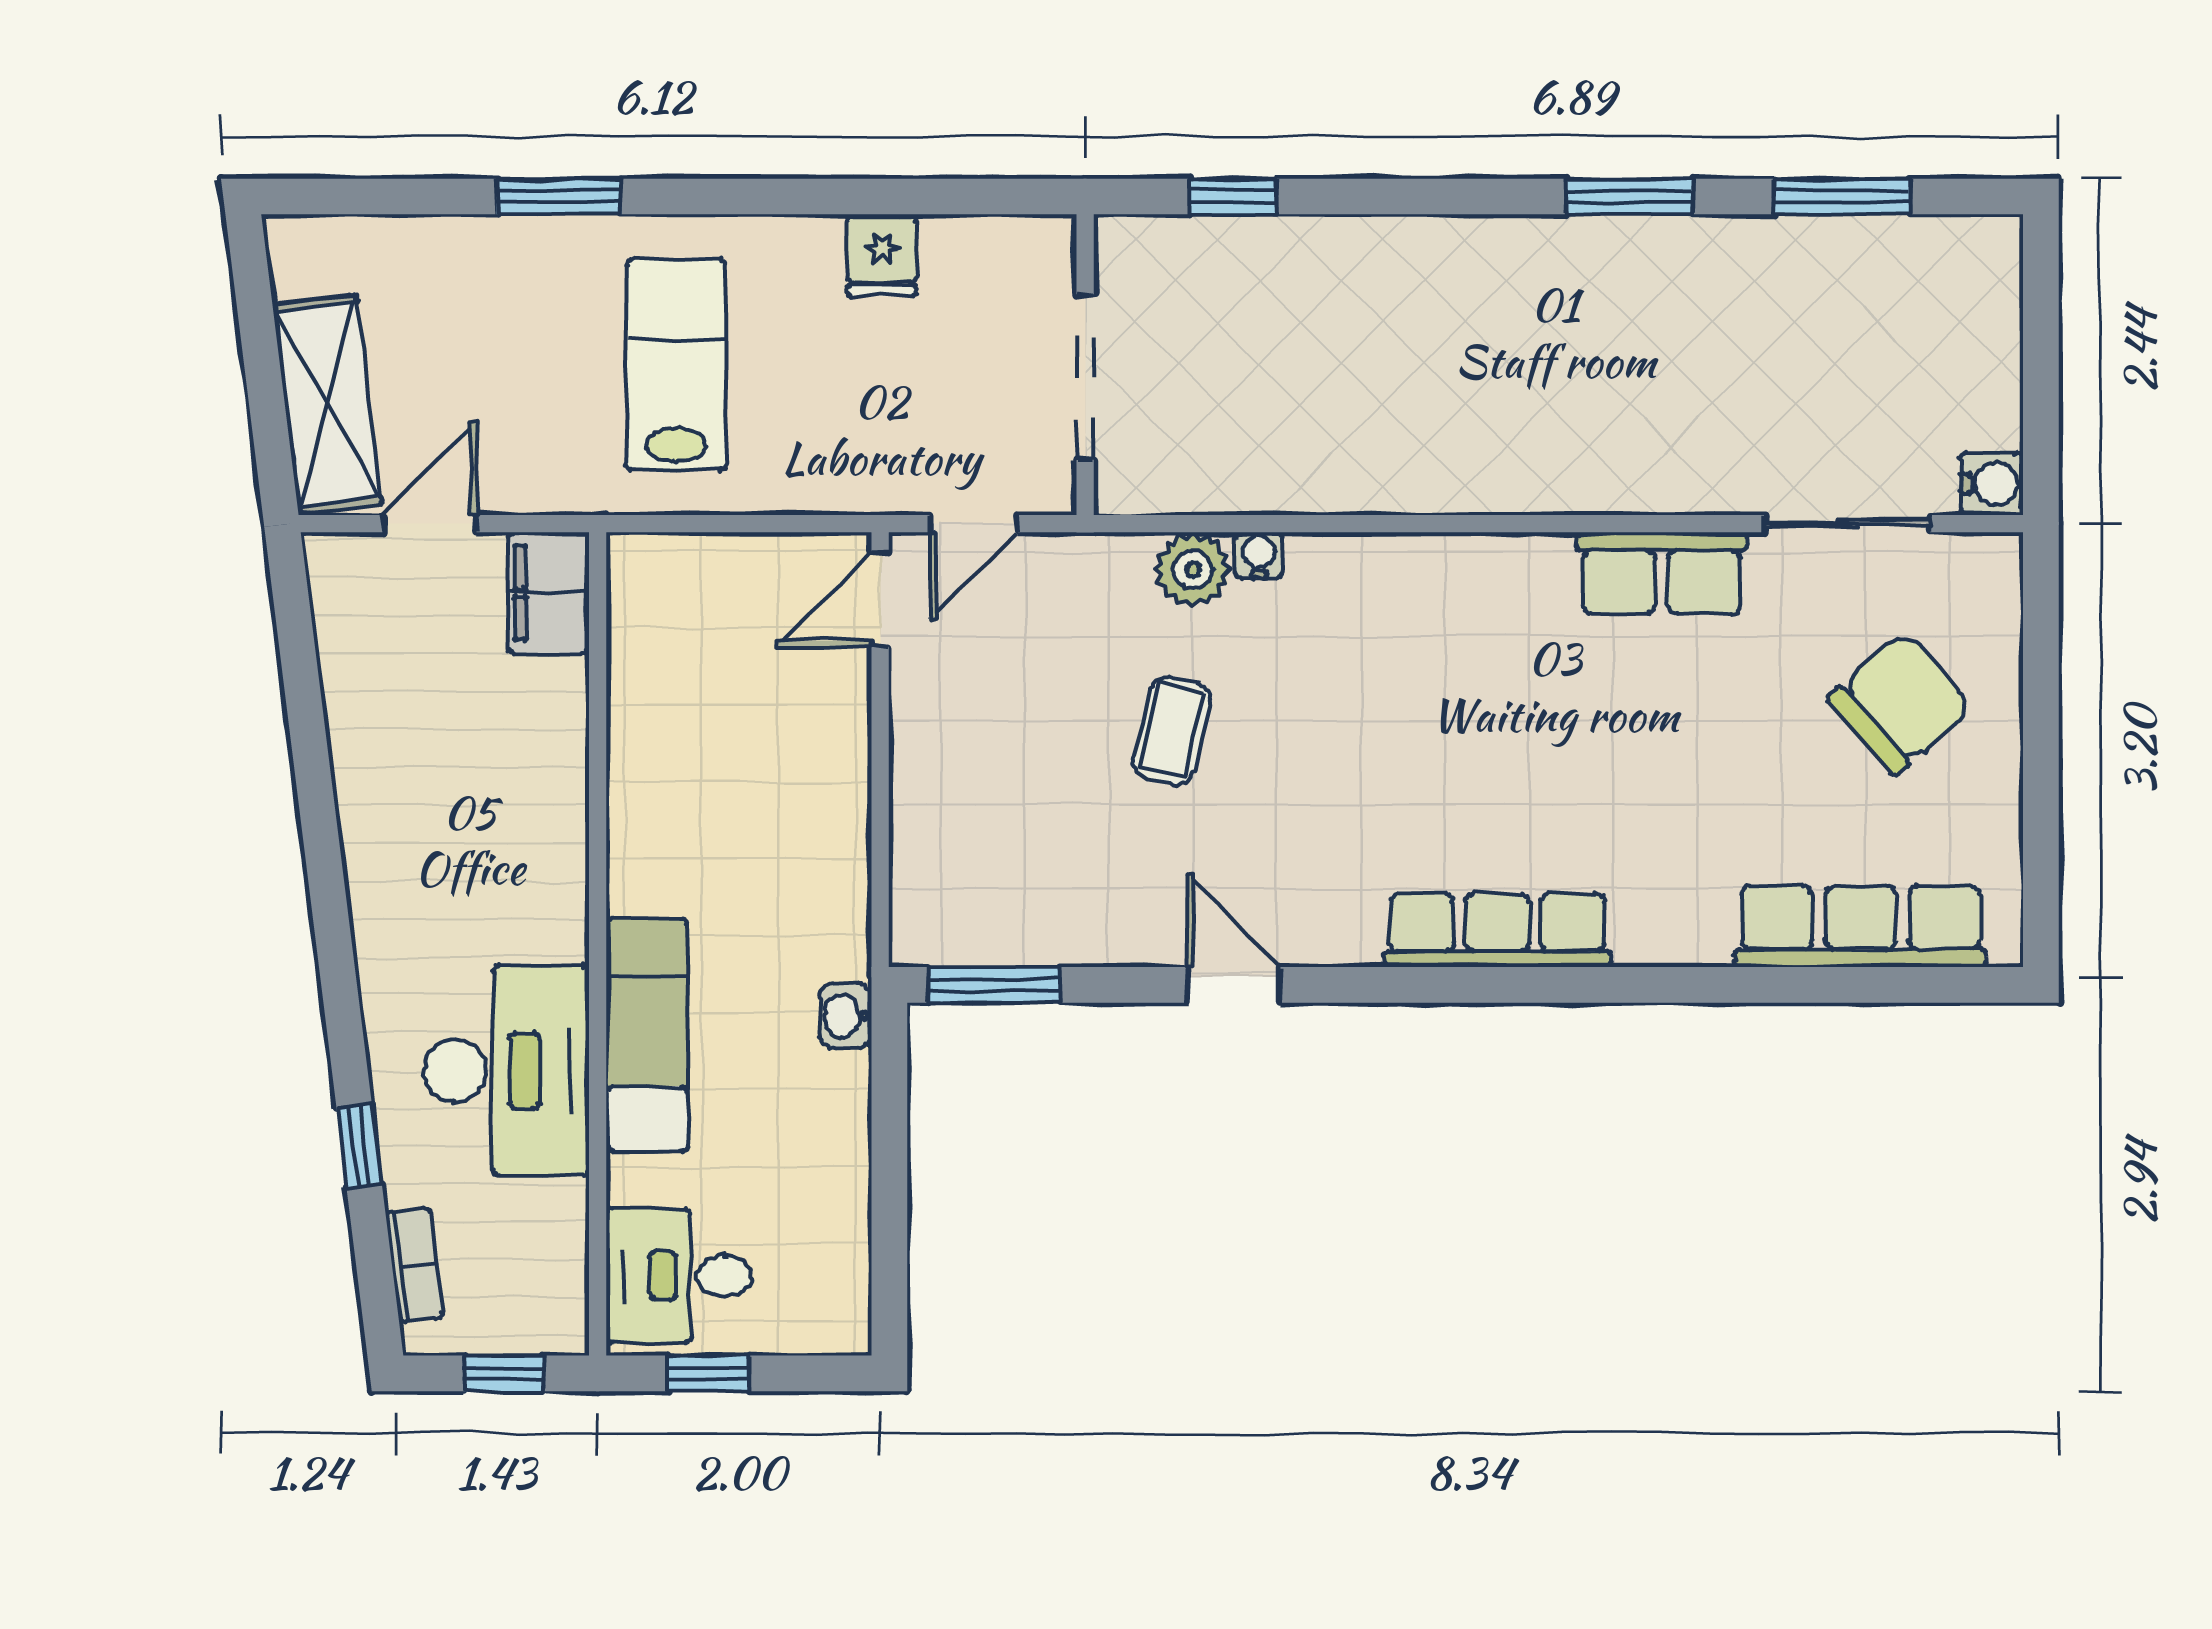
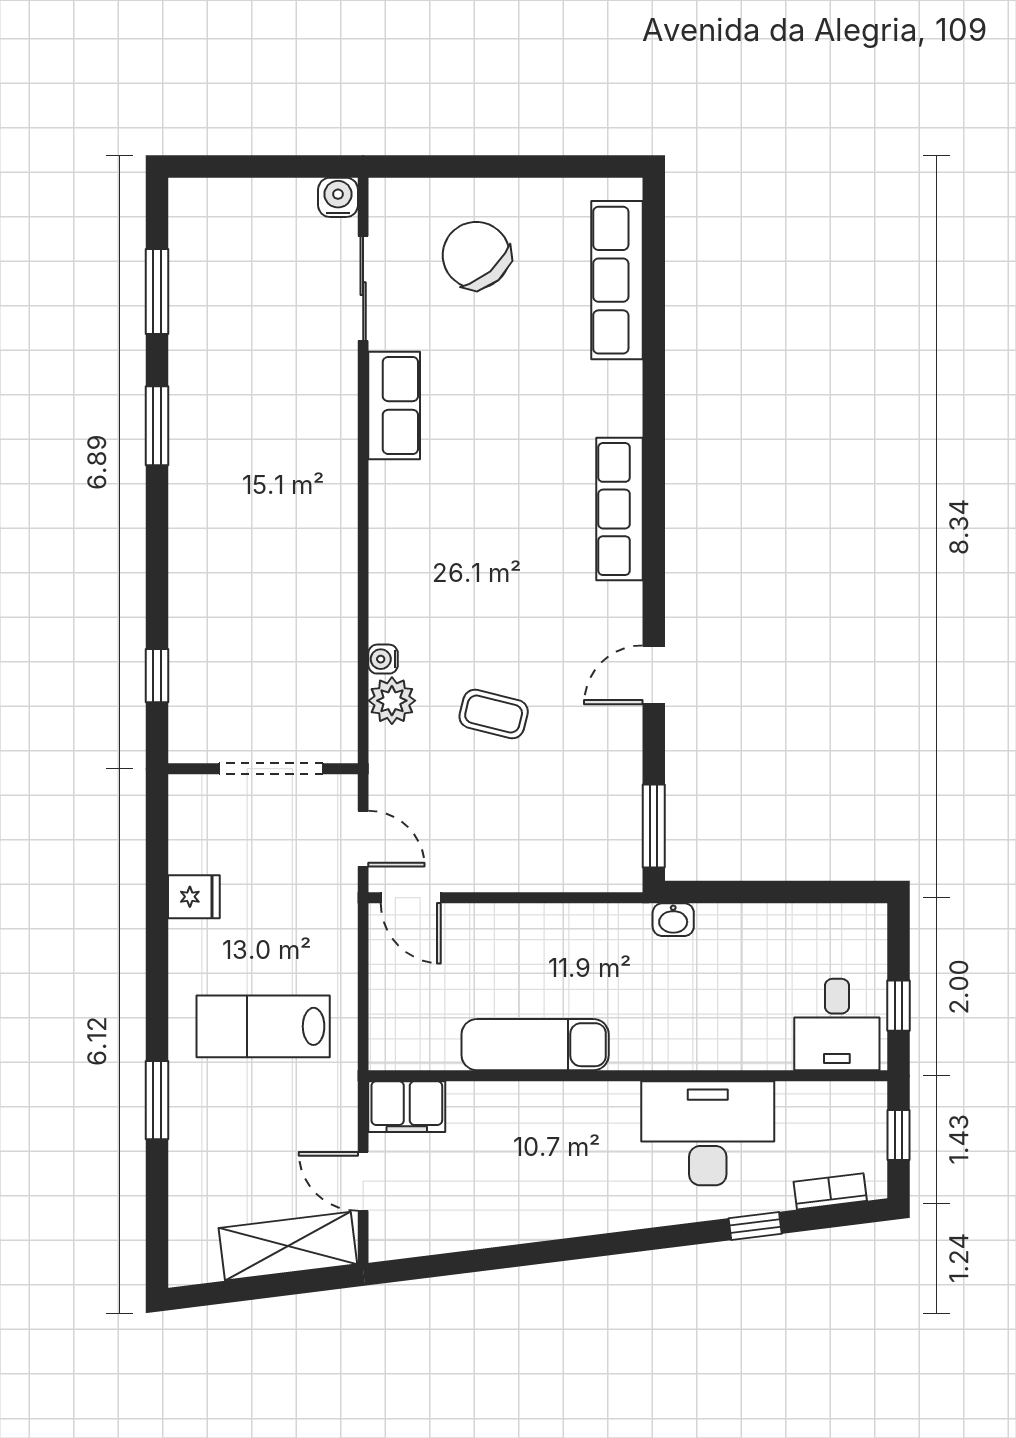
exam couch: (647, 1035) -> (535, 1045), moved

